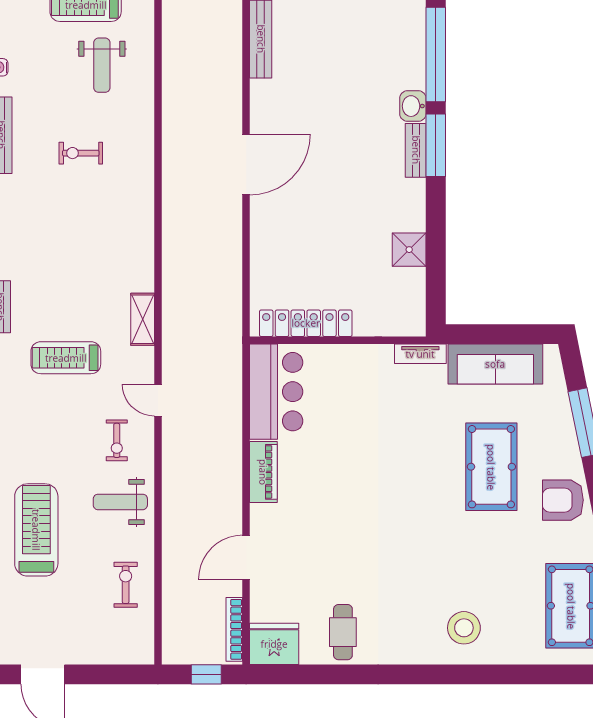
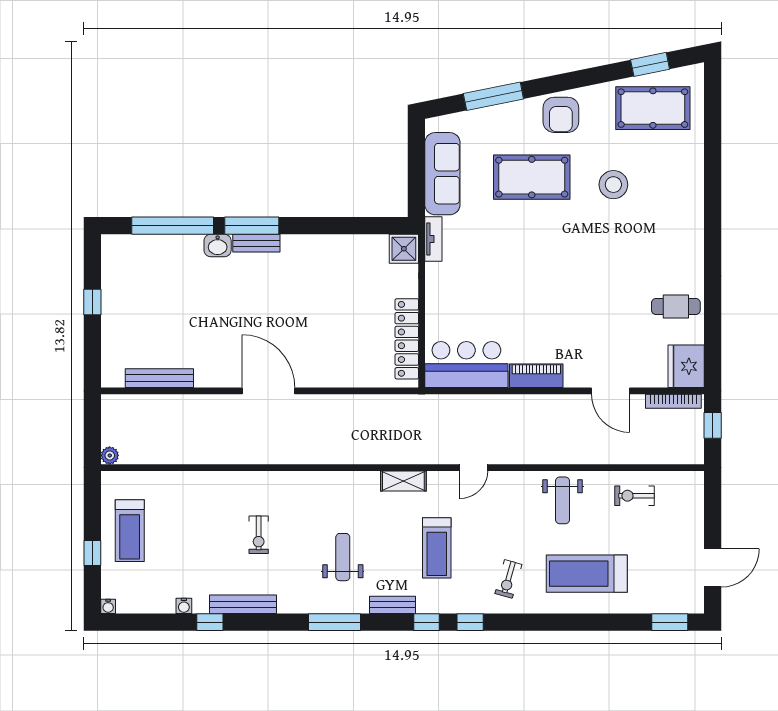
weight bench: (102, 65) -> (343, 557), moved, turned -90
shower: (409, 250) -> (404, 249), moved
exercise bike: (117, 440) -> (508, 579), moved, turned 106
stool: (464, 628) -> (613, 185), moved

